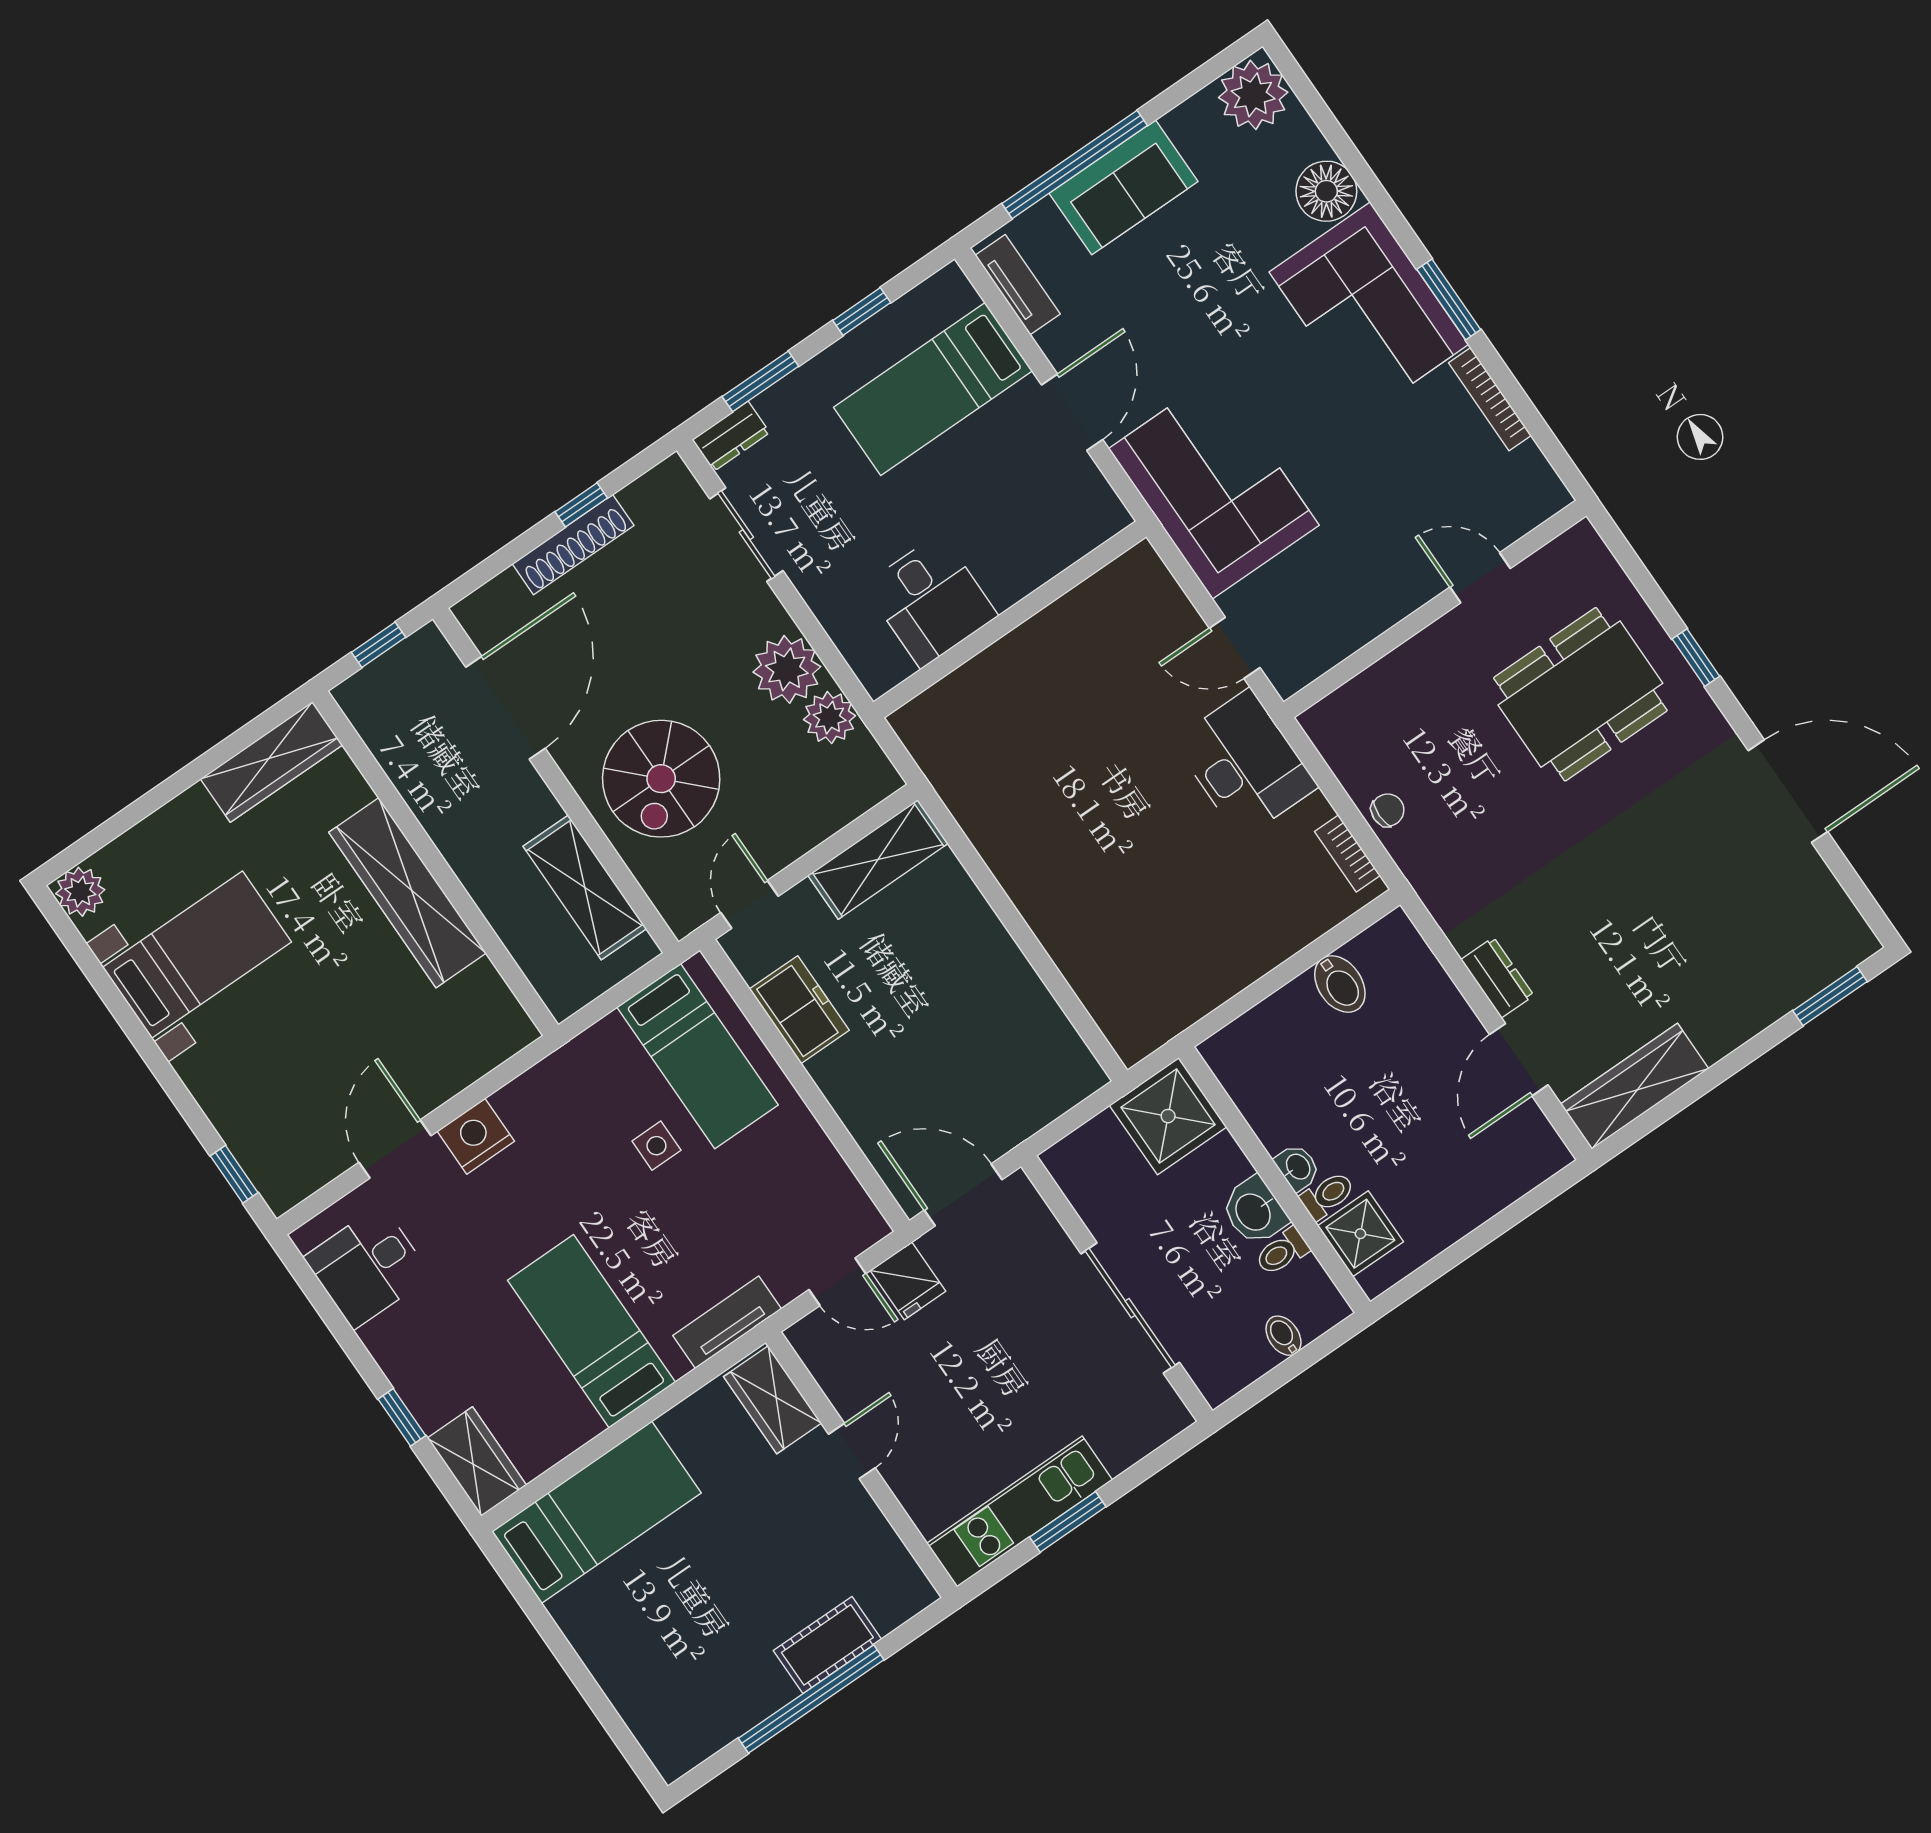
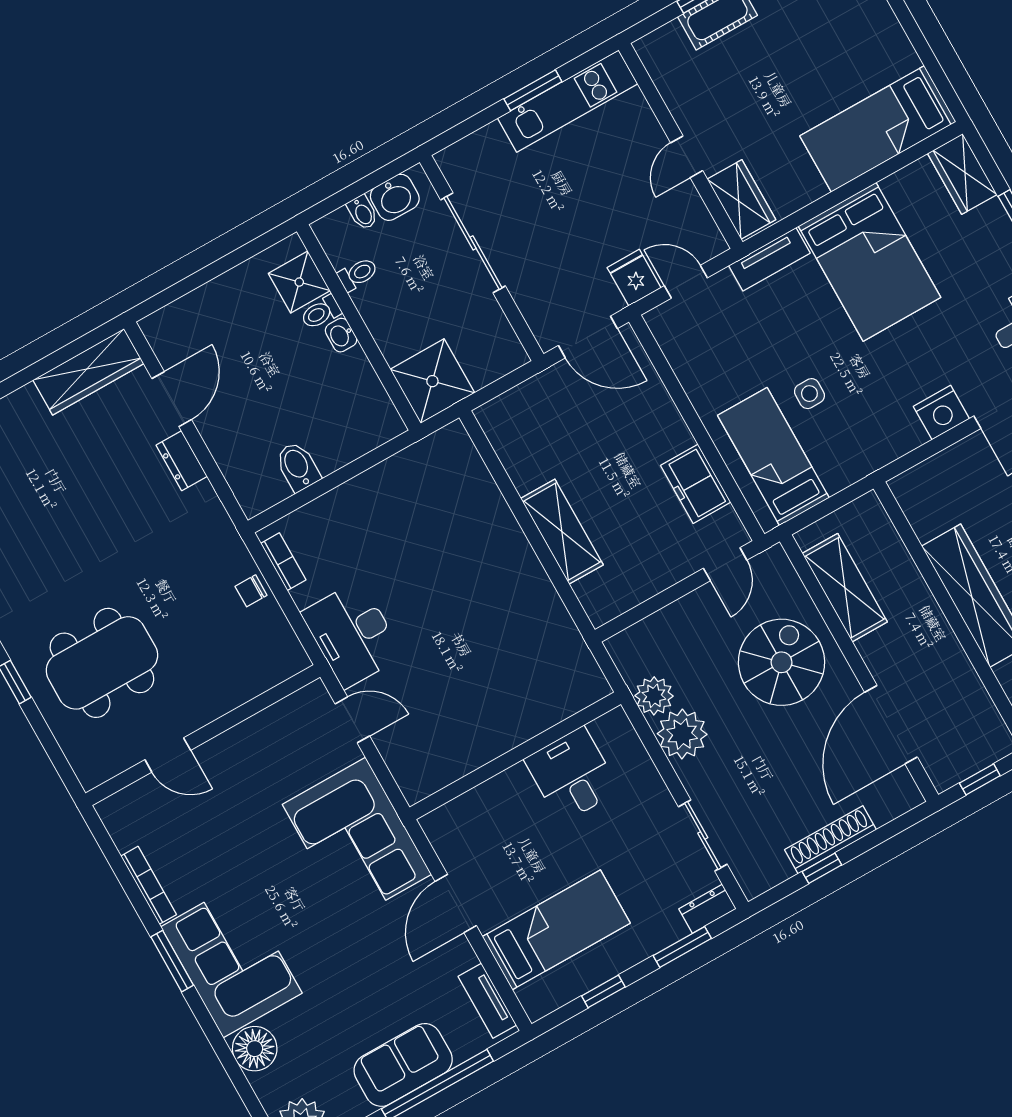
shelving: (878, 859) -> (562, 532), moved, turned 90
washbasin: (1254, 1211) -> (395, 197), moved, turned 90
bed: (591, 1331) -> (869, 262), width x1.50

